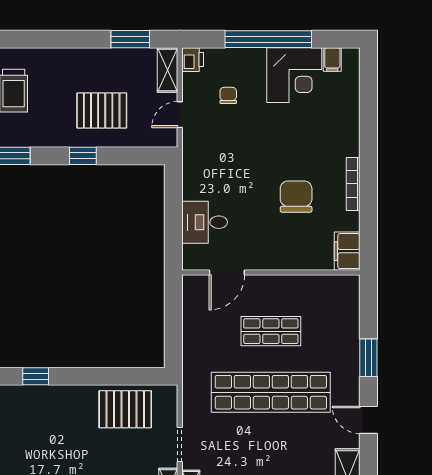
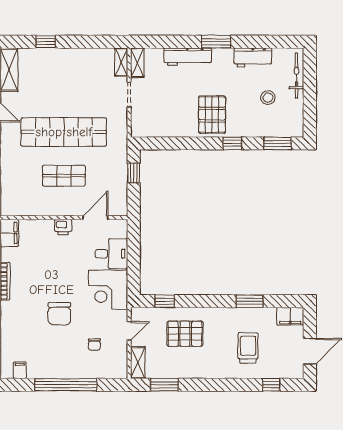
printer: (193, 60) -> (63, 227), moved, turned -90
corner desk: (294, 75) -> (108, 290), moved, turned -90
window: (83, 156) -> (165, 301), moved
chair: (296, 197) -> (59, 314), moved
window: (173, 335) -> (134, 173), added
pallet: (125, 409) -> (212, 115), moved, turned 90

